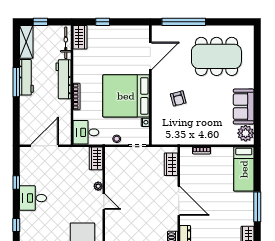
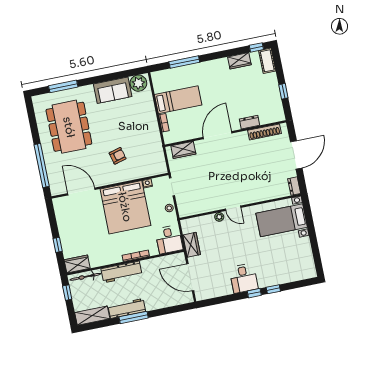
window: (40, 22) -> (67, 293), moved
window: (257, 59) -> (63, 86), added
wardrobe: (96, 158) -> (192, 245), moved, turned -90
bed: (244, 169) -> (178, 100), moved
window: (16, 182) -> (254, 293), moved
door: (104, 202) -> (233, 208), swing flipped
window: (257, 207) -> (184, 62), moved

